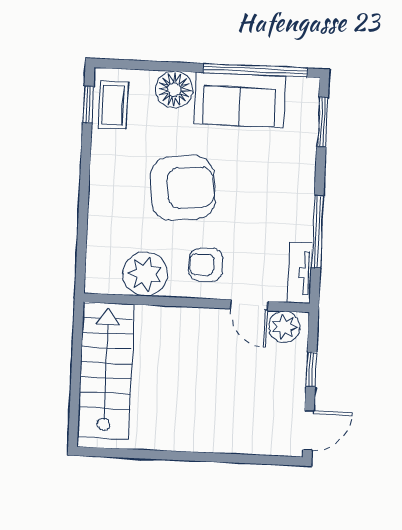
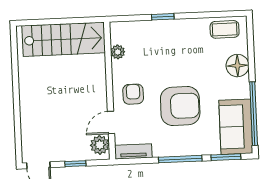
sofa: (240, 100) -> (236, 127), moved
window: (88, 104) -> (163, 17), moved
armchair: (183, 188) -> (180, 106), moved, turned -85
window: (317, 232) -> (180, 159), moved
plant: (145, 274) -> (118, 52), width x0.53, depth x0.53

